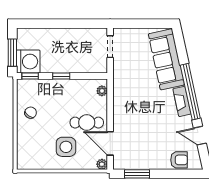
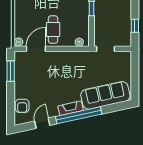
window: (82, 24) -> (135, 26), added
doorway: (110, 47) -> (105, 49), moved
side table: (66, 147) -> (33, 12), removed

